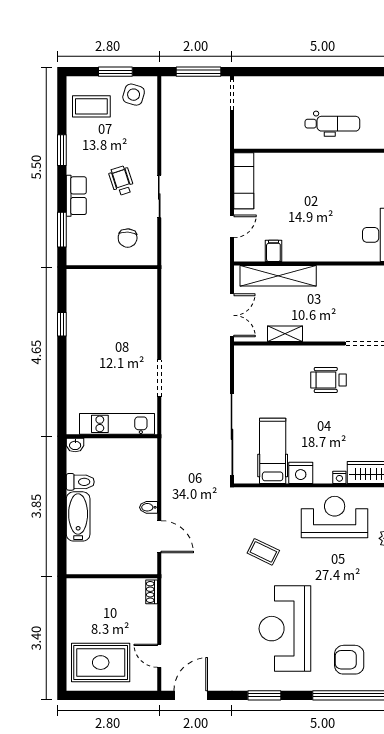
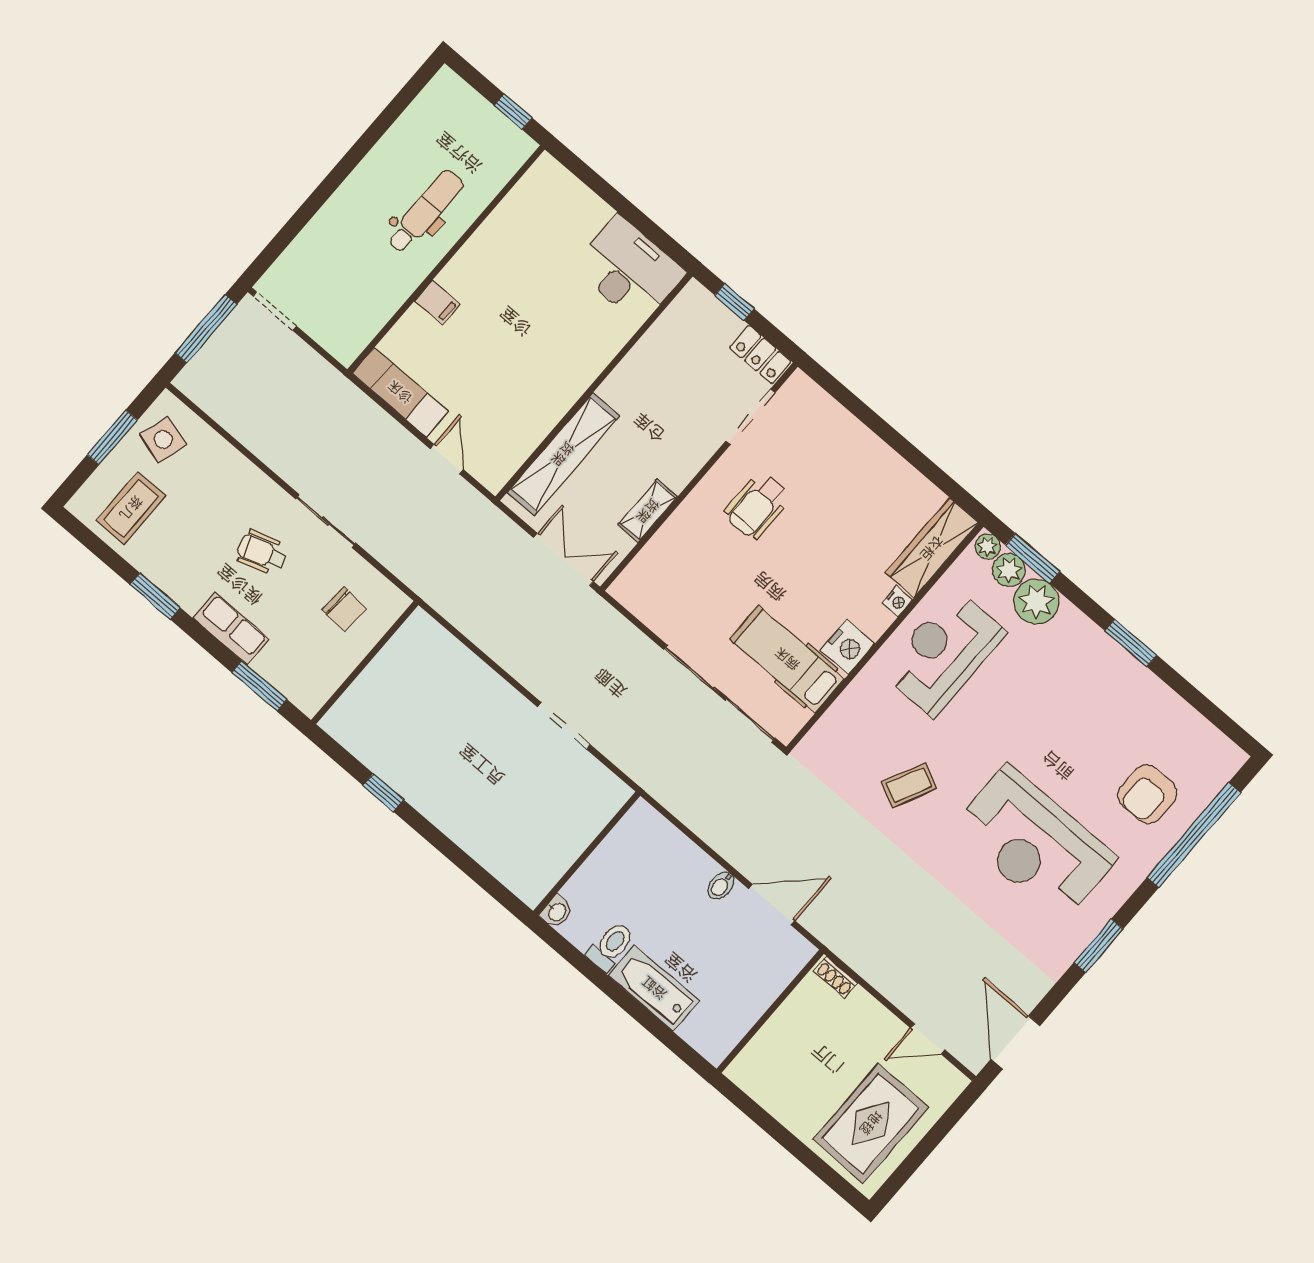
filing cabinet: (273, 251) -> (437, 303), moved, turned 180
kitchen unit: (117, 424) -> (576, 833), removed

